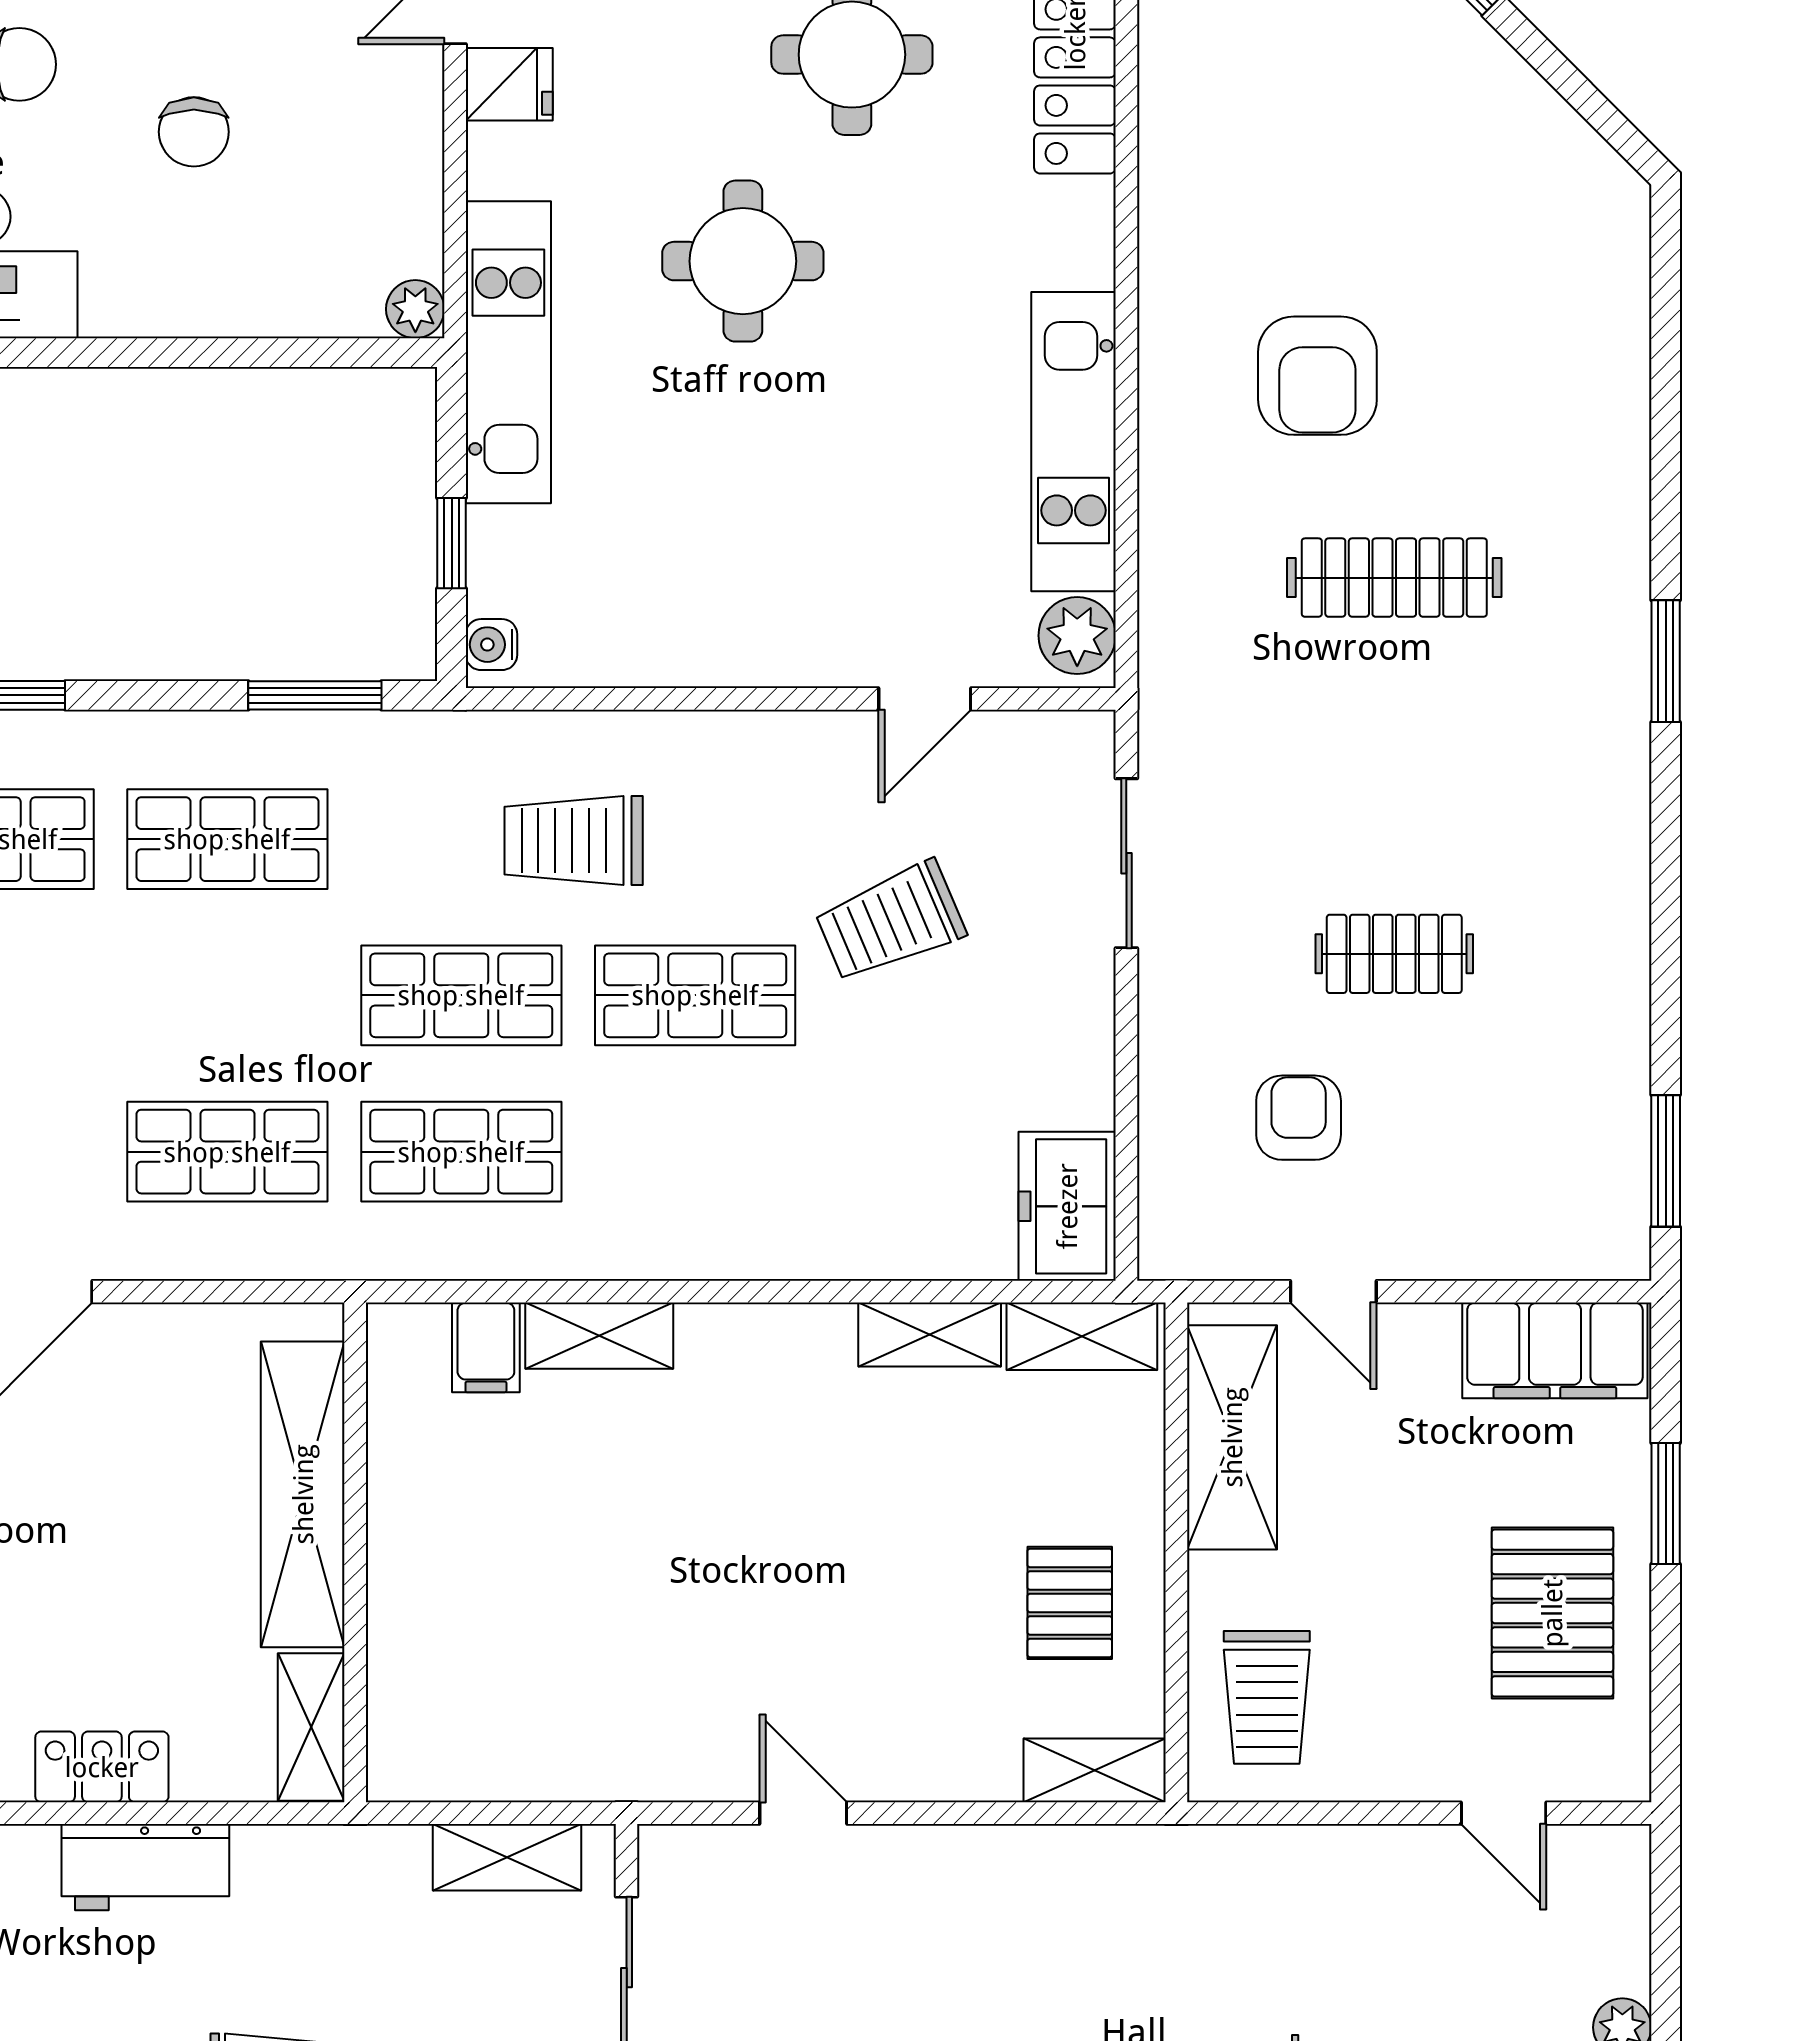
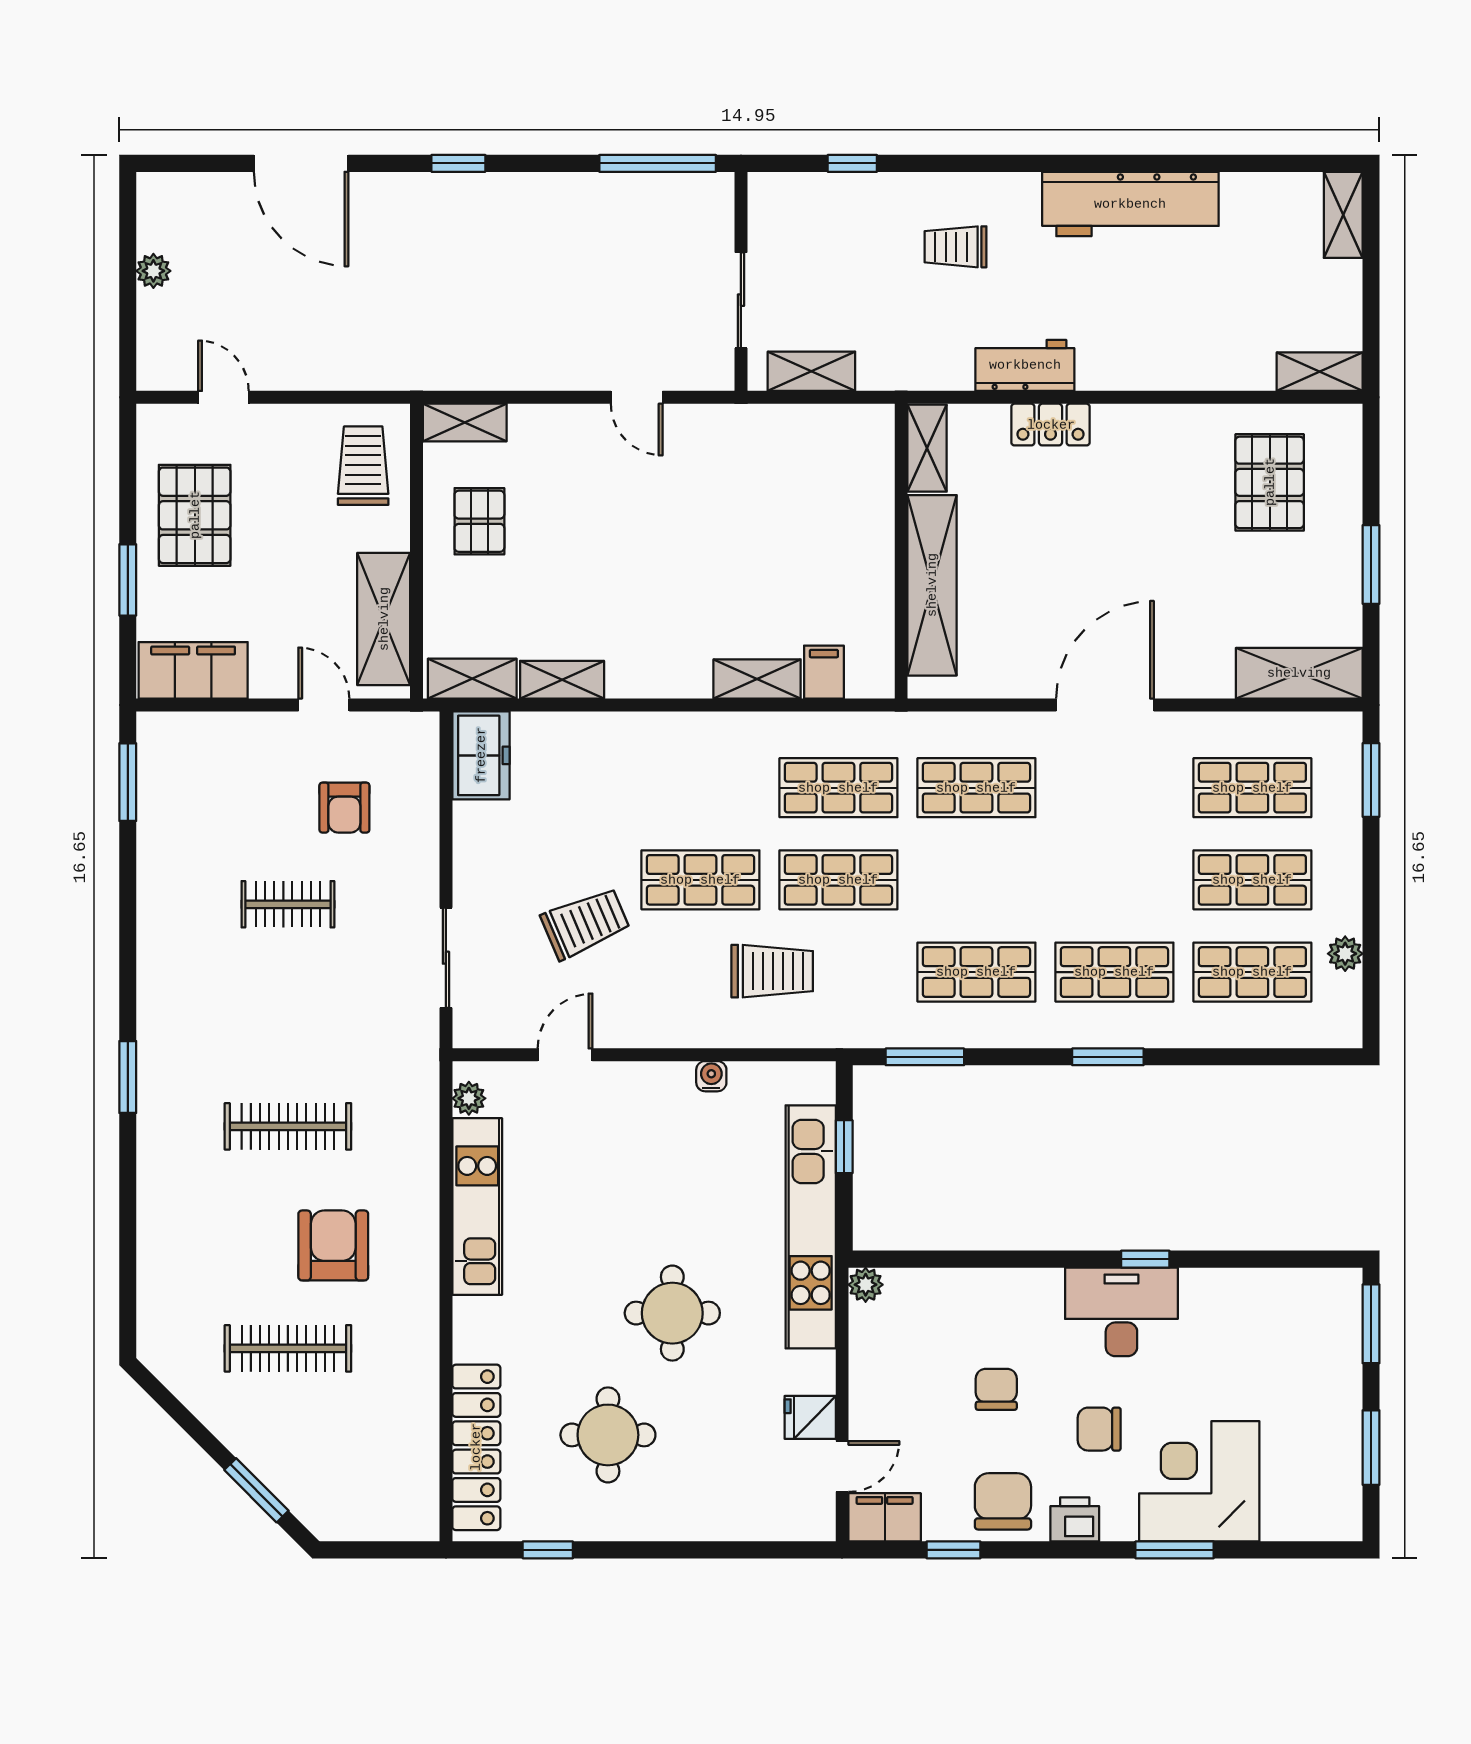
clothes rail: (1394, 201) -> (288, 1348), added
kitchen unit: (508, 352) -> (811, 1227), width x1.36
plant: (1077, 636) -> (469, 1098), width x0.73, depth x0.73
water cooler: (491, 645) -> (711, 1076), moved, turned -90

